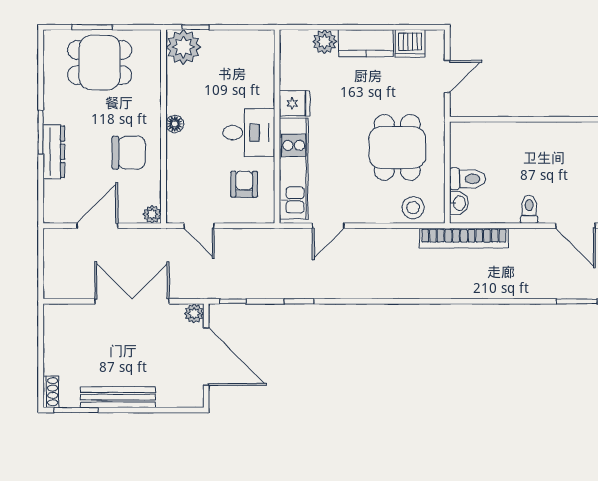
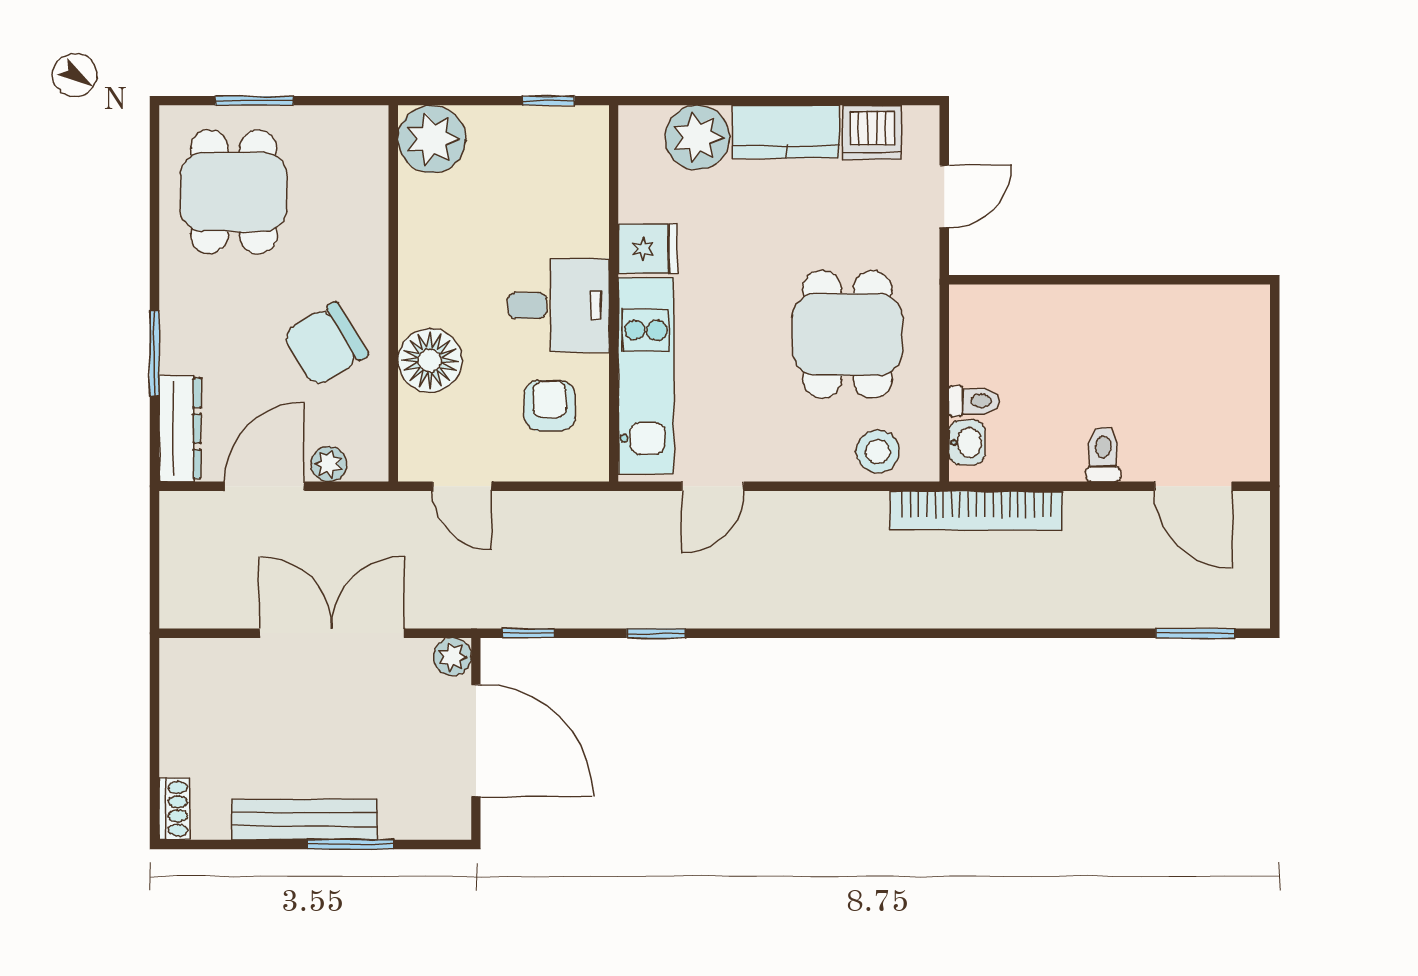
window: (196, 27) -> (549, 101), moved
plant: (325, 42) -> (697, 137), width x1.36, depth x1.36
dining table: (100, 63) -> (234, 192), moved, turned 90
floor lamp: (175, 124) -> (430, 360), moved, width x1.89, depth x1.89
window: (41, 132) -> (155, 353), moved
dresser: (54, 152) -> (180, 429), moved
chair: (129, 153) -> (325, 344), turned 149
toilet: (468, 179) -> (974, 401), width x0.73, depth x0.72
plant: (152, 214) -> (329, 464), moved
window: (76, 410) -> (350, 844), moved

